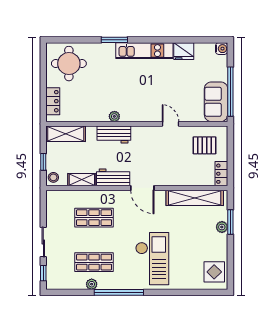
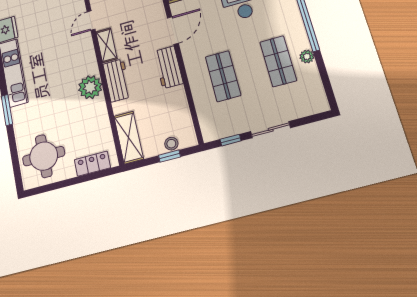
plant: (114, 116) -> (90, 87), width x1.87, depth x1.87
stool: (53, 177) -> (171, 144), moved
shelving: (82, 180) -> (106, 45), moved
window: (43, 273) -> (231, 140), moved

